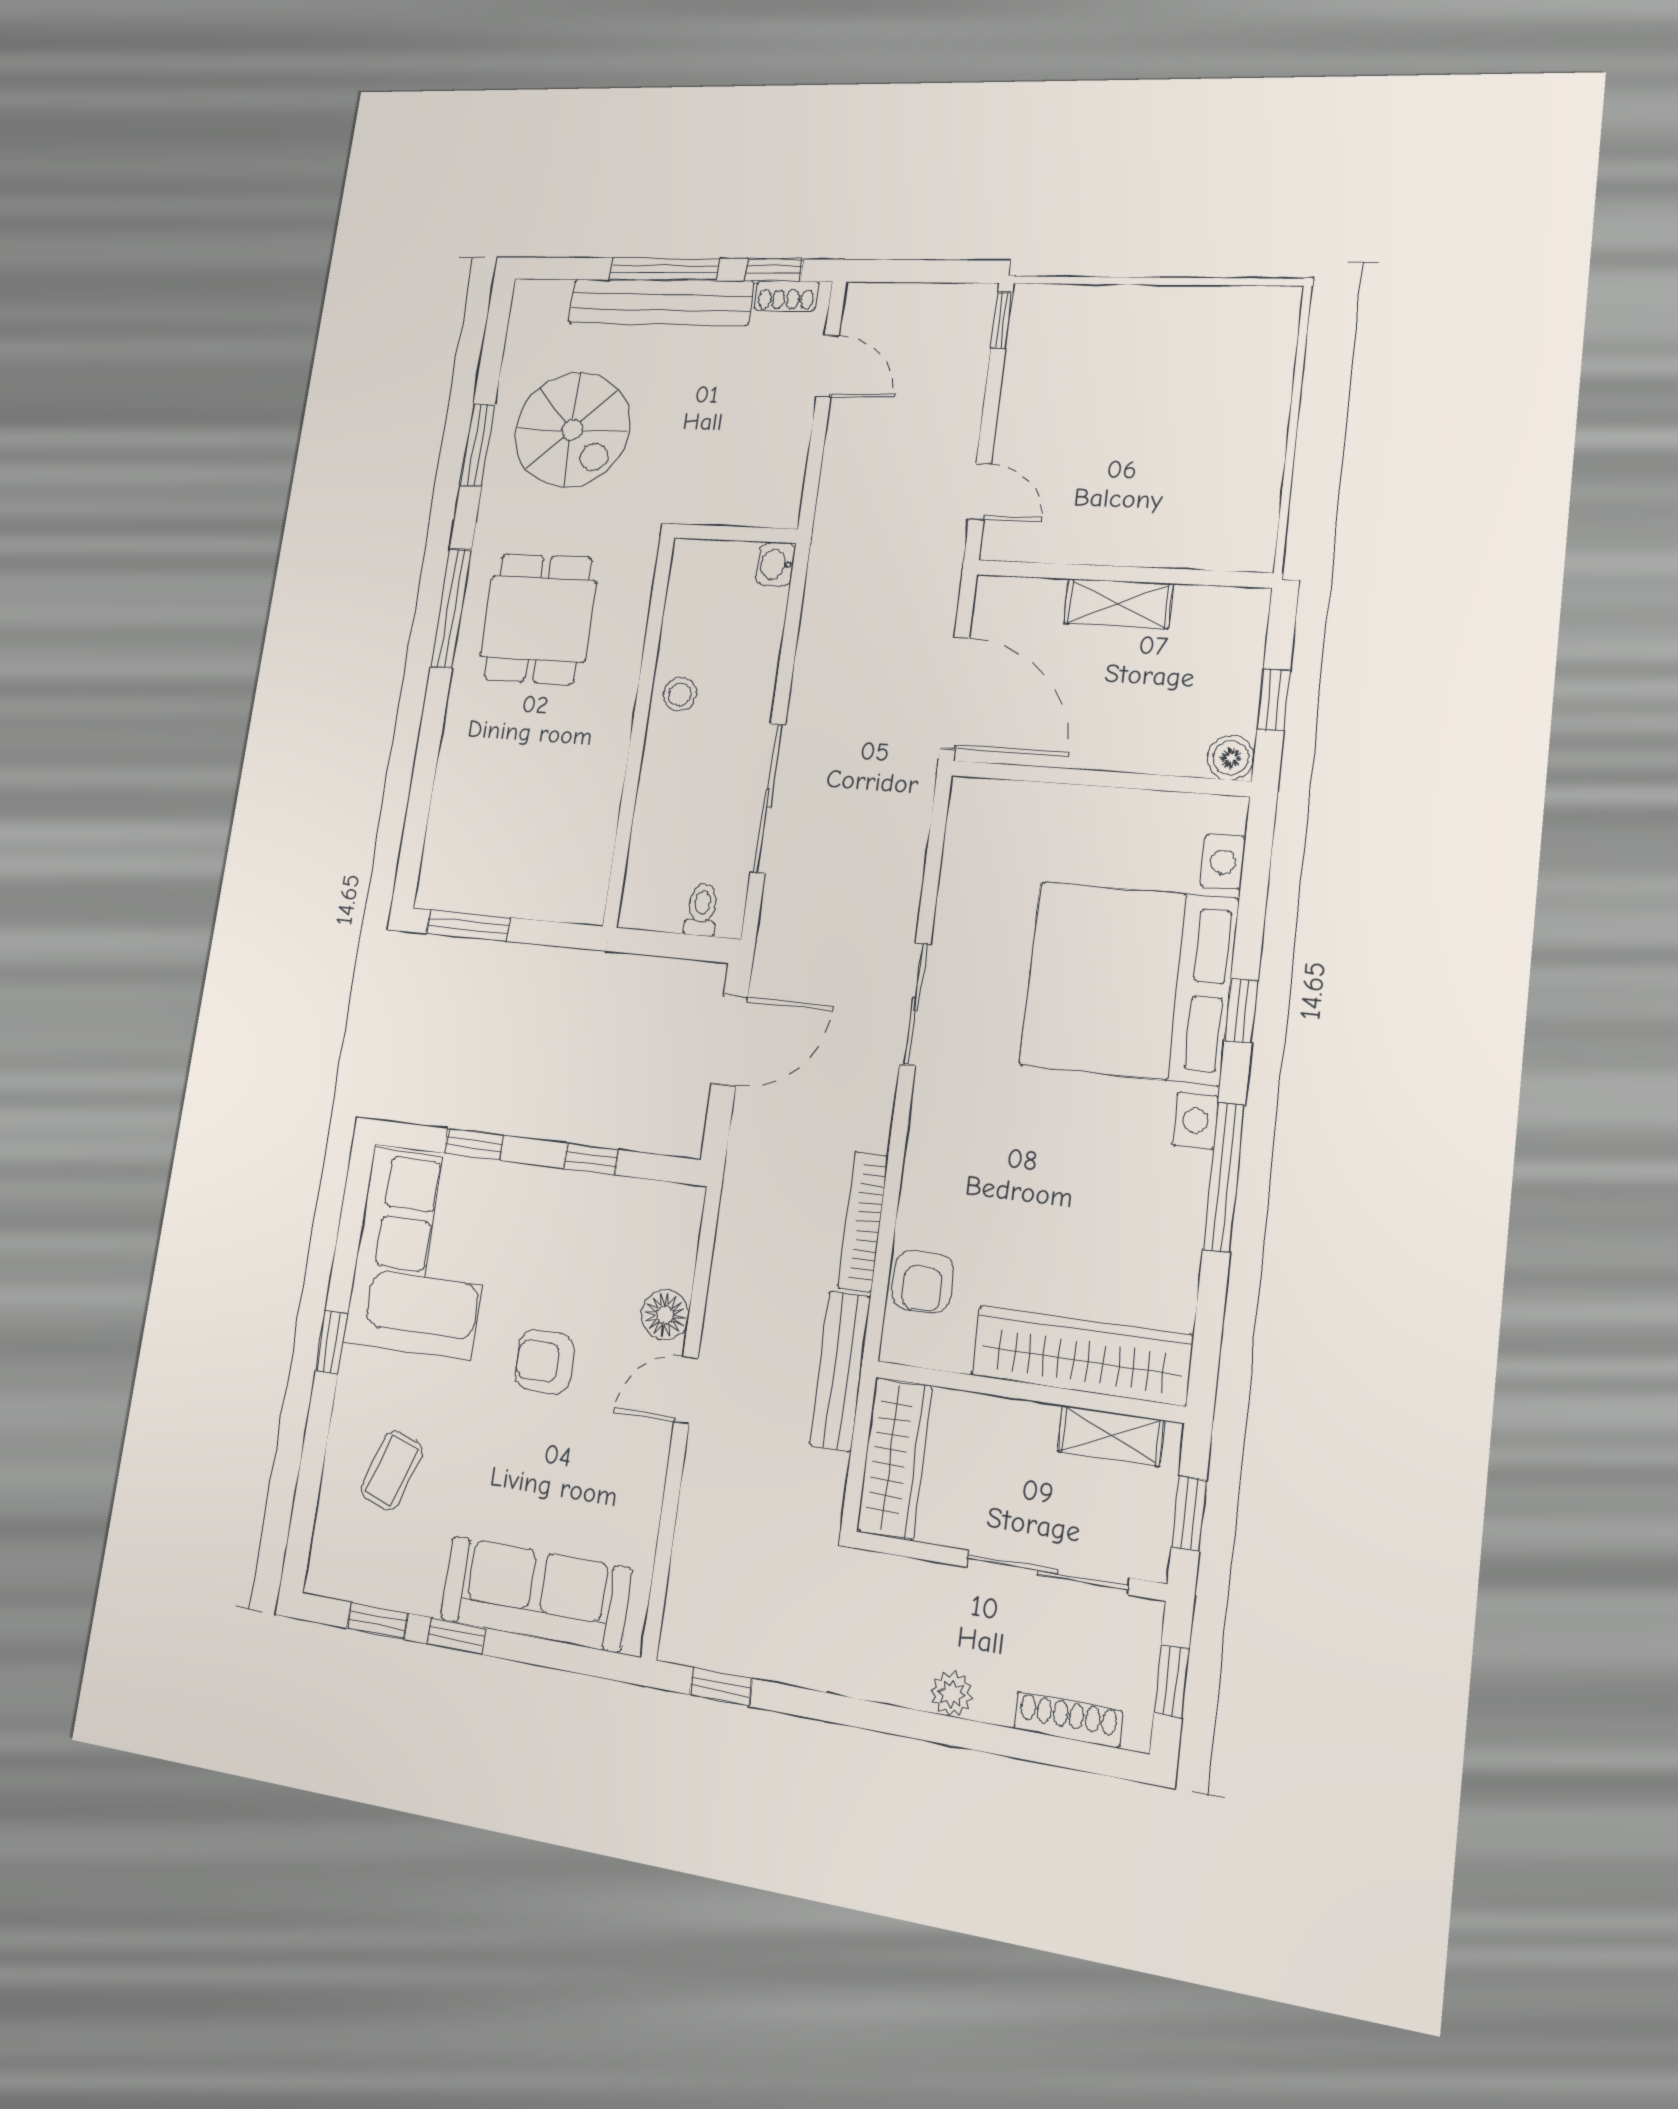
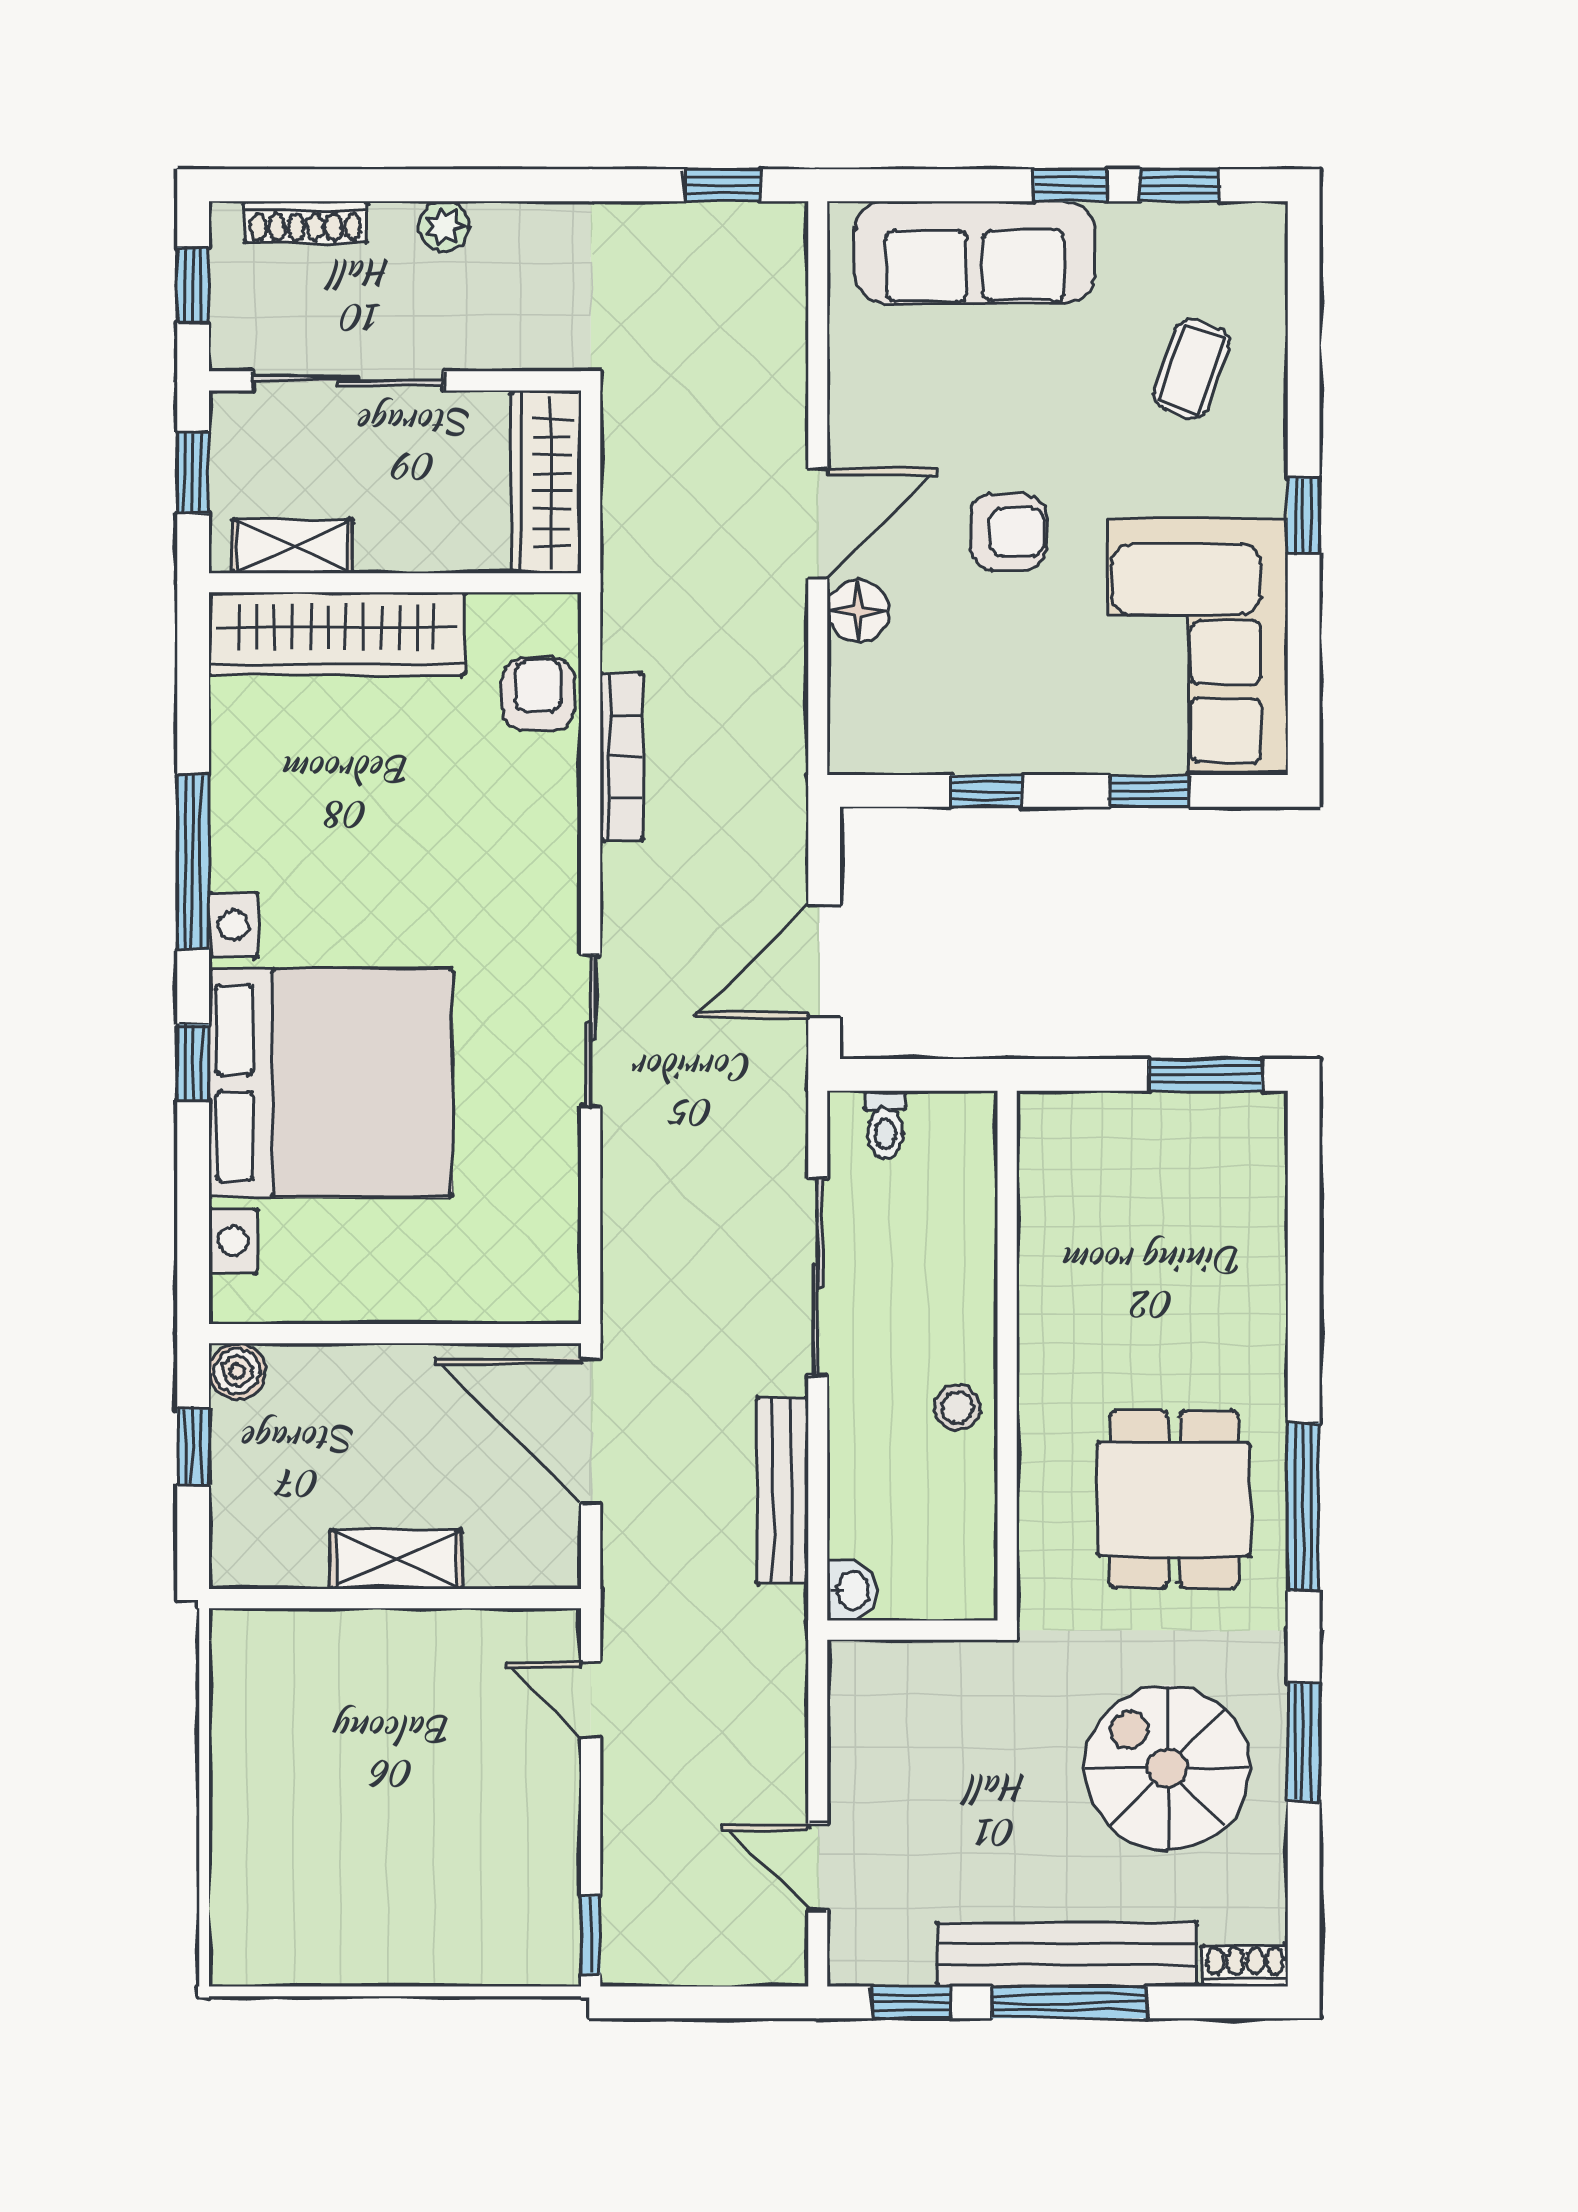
shoe rack: (786, 296) -> (1245, 1966), moved
bench: (840, 1371) -> (782, 1491), moved
door: (686, 1390) -> (818, 524), width x1.38

